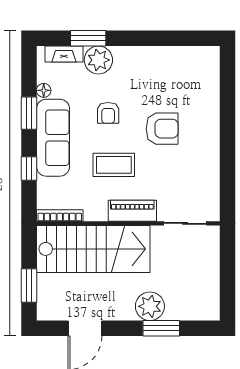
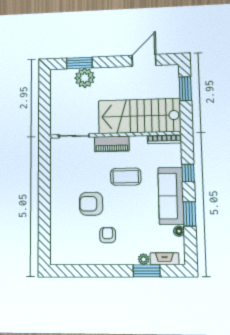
plant: (98, 60) -> (144, 259), width x0.53, depth x0.53
armchair: (108, 113) -> (108, 235), moved
plant: (150, 306) -> (85, 78), moved
window: (161, 328) -> (79, 63), moved

